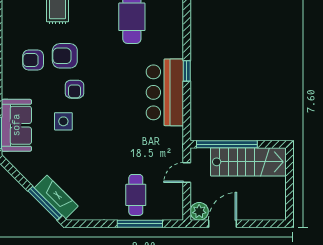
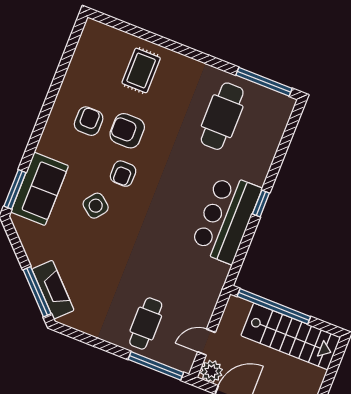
armchair: (33, 60) -> (89, 121), turned 90
side table: (63, 121) -> (96, 206), turned 38
door: (187, 173) -> (206, 342), moved
window: (140, 224) -> (156, 366), moved

